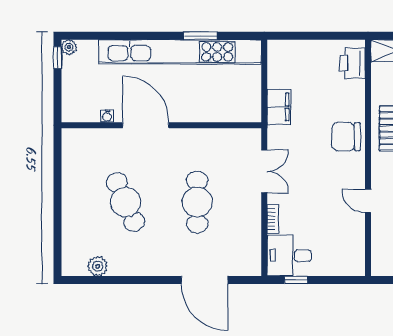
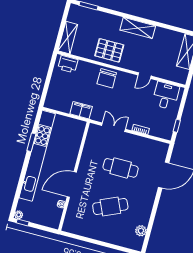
desk: (289, 256) -> (166, 96), moved, turned 180

